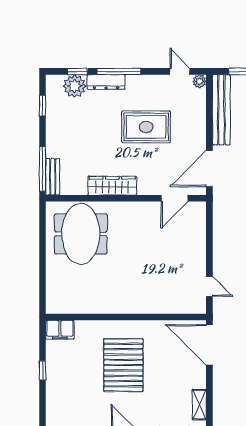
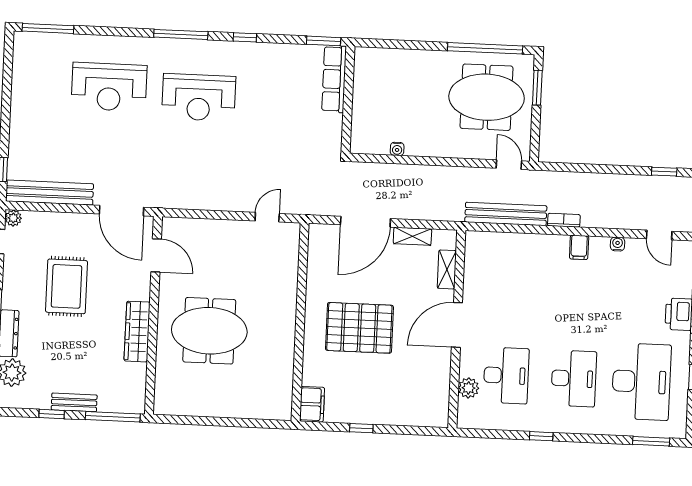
window: (43, 106) -> (52, 414), moved
bench: (53, 177) -> (74, 402), moved
meeting table: (81, 234) -> (209, 331), moved
door: (209, 345) -> (365, 222), moved

